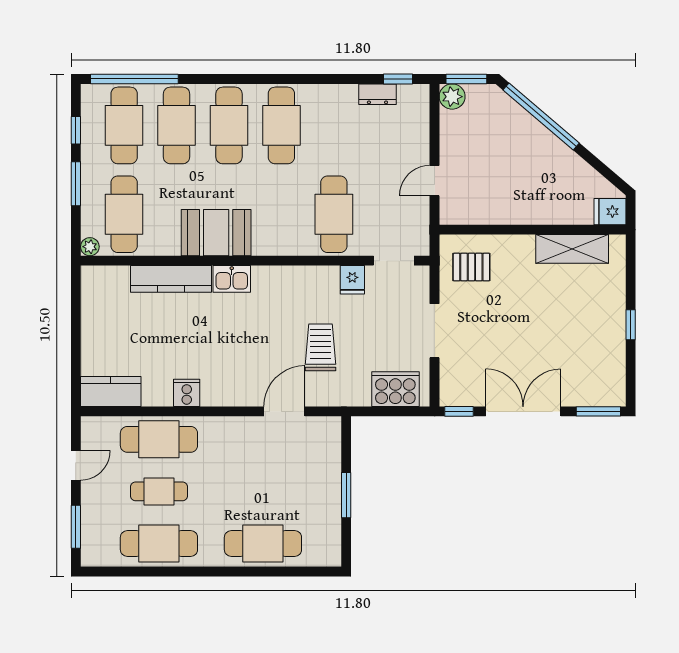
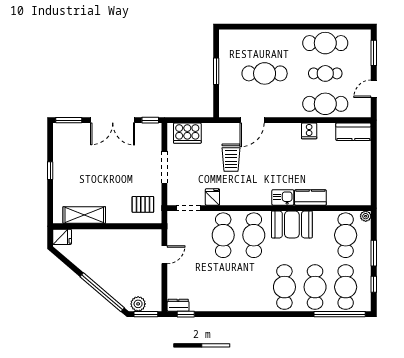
dresser: (377, 94) -> (178, 305), moved
plant: (452, 97) -> (138, 304), moved
cafe table: (281, 125) -> (254, 235), moved
kitchen counter: (171, 279) -> (310, 197), width x0.67
cafe table: (263, 544) -> (265, 73), moved

